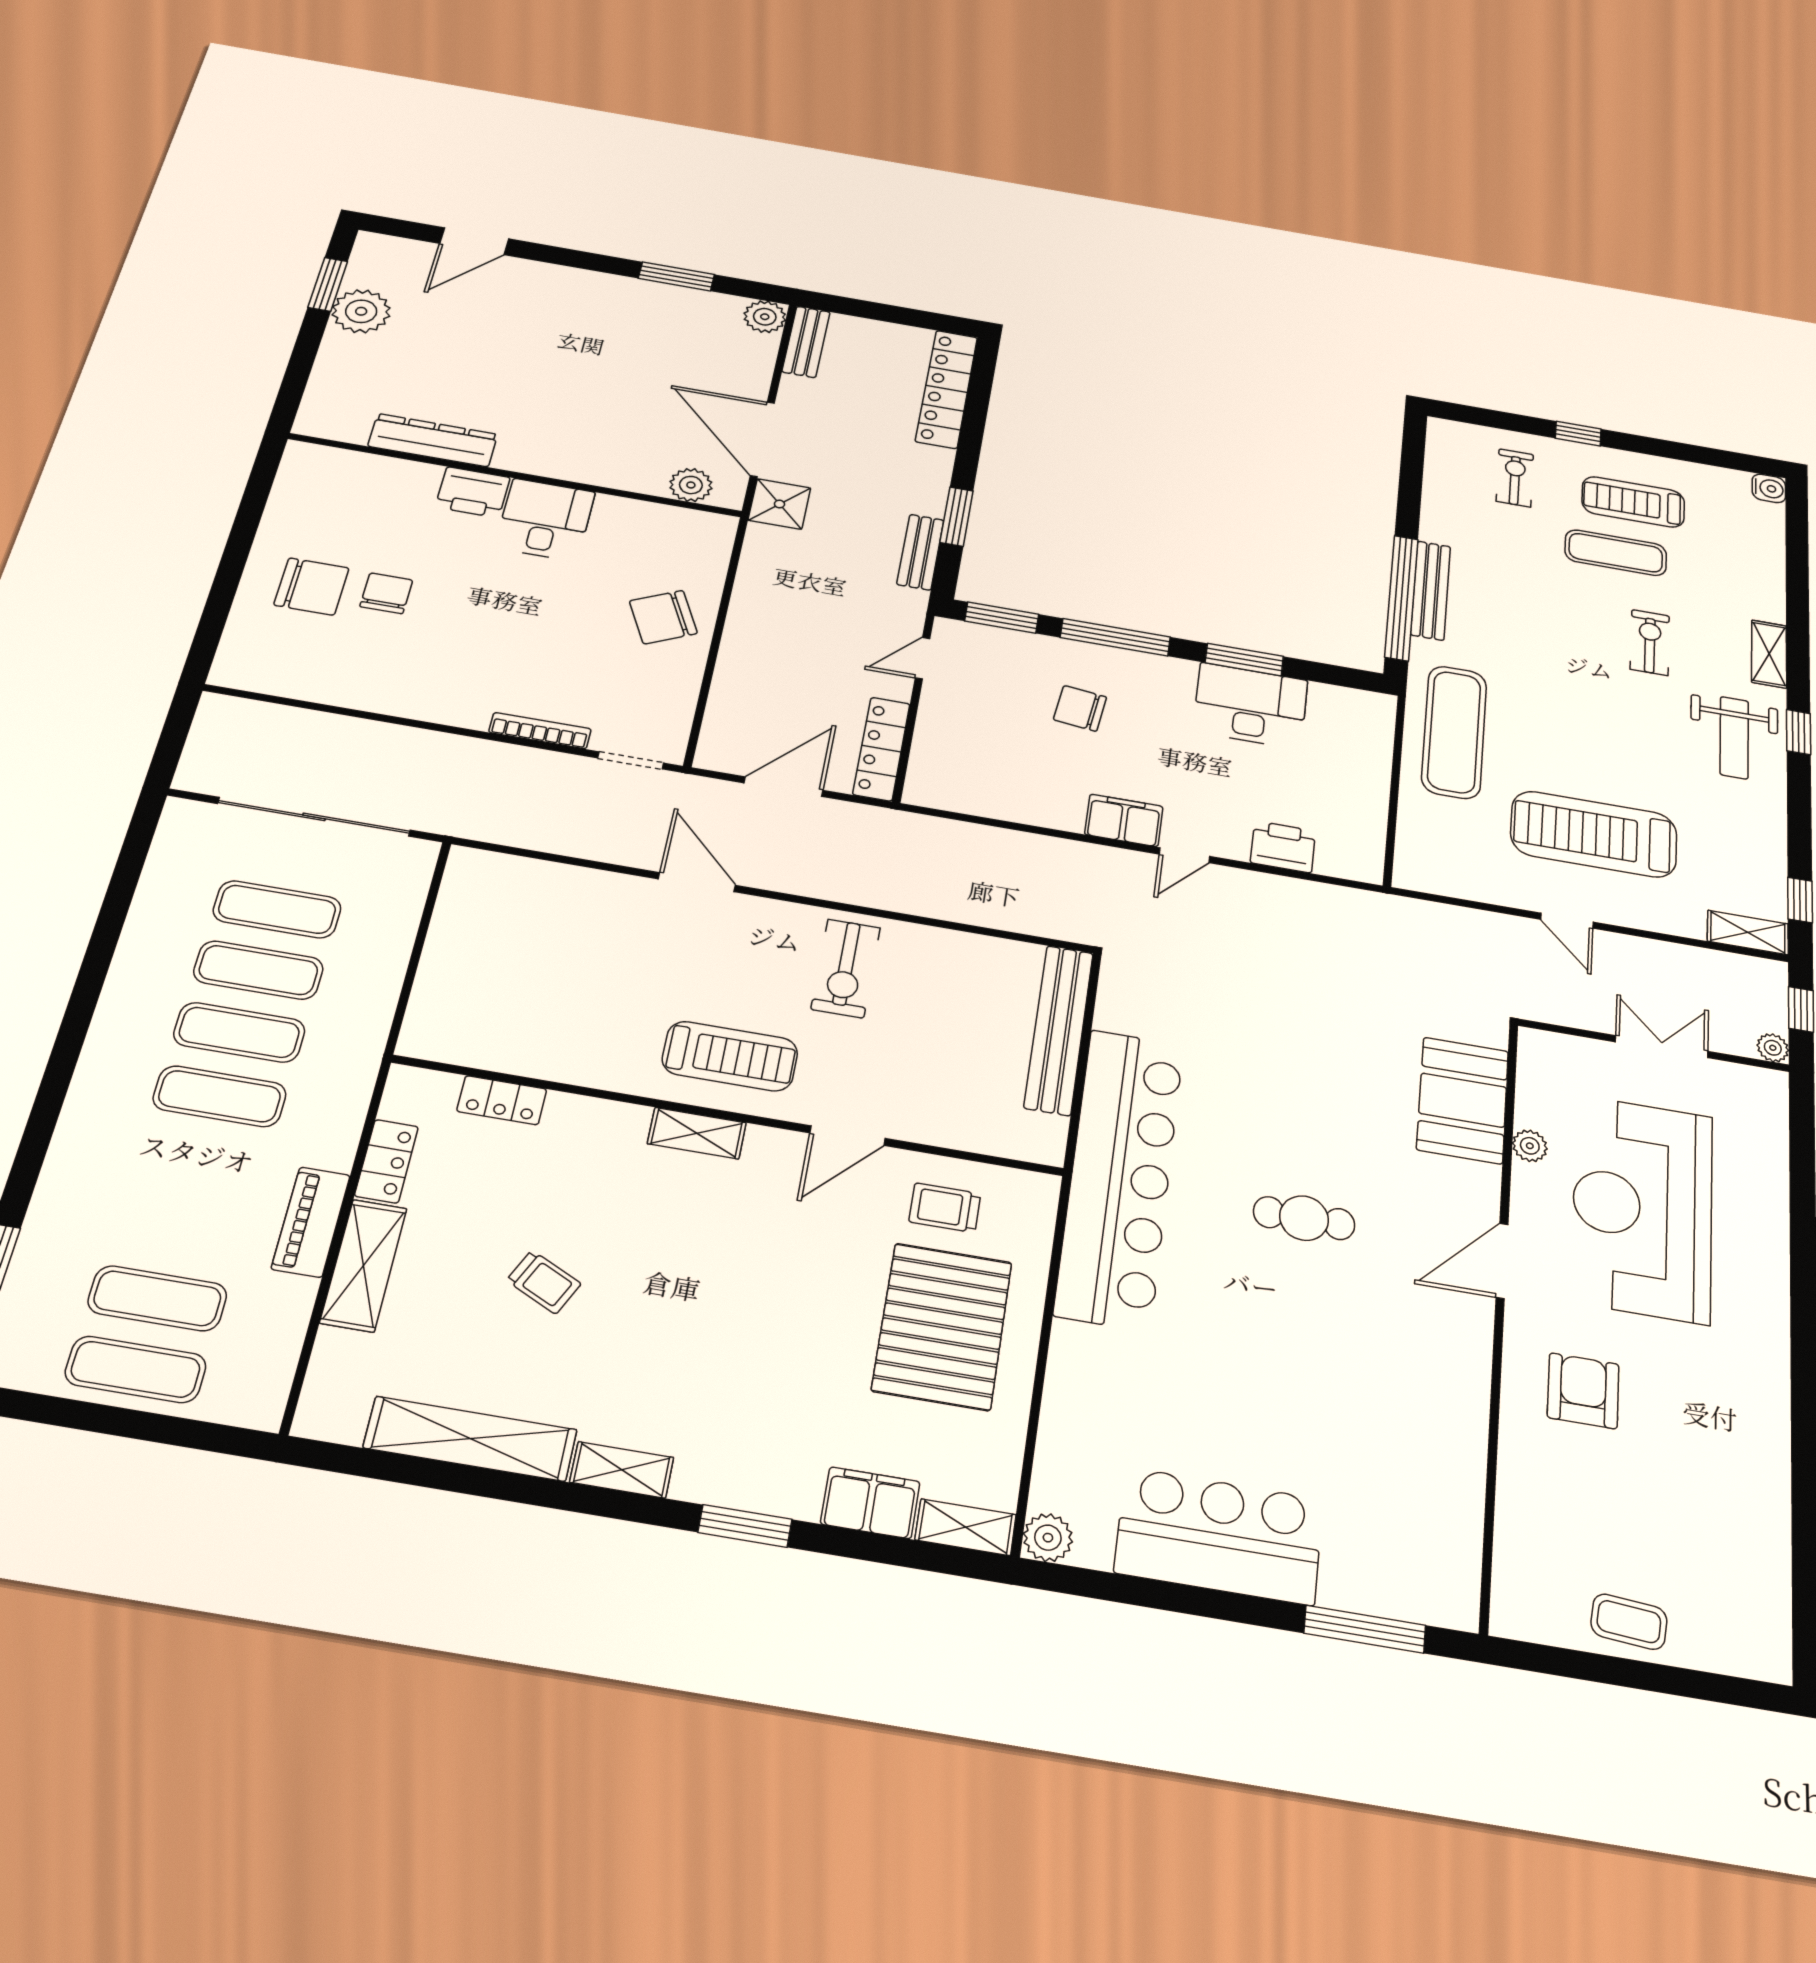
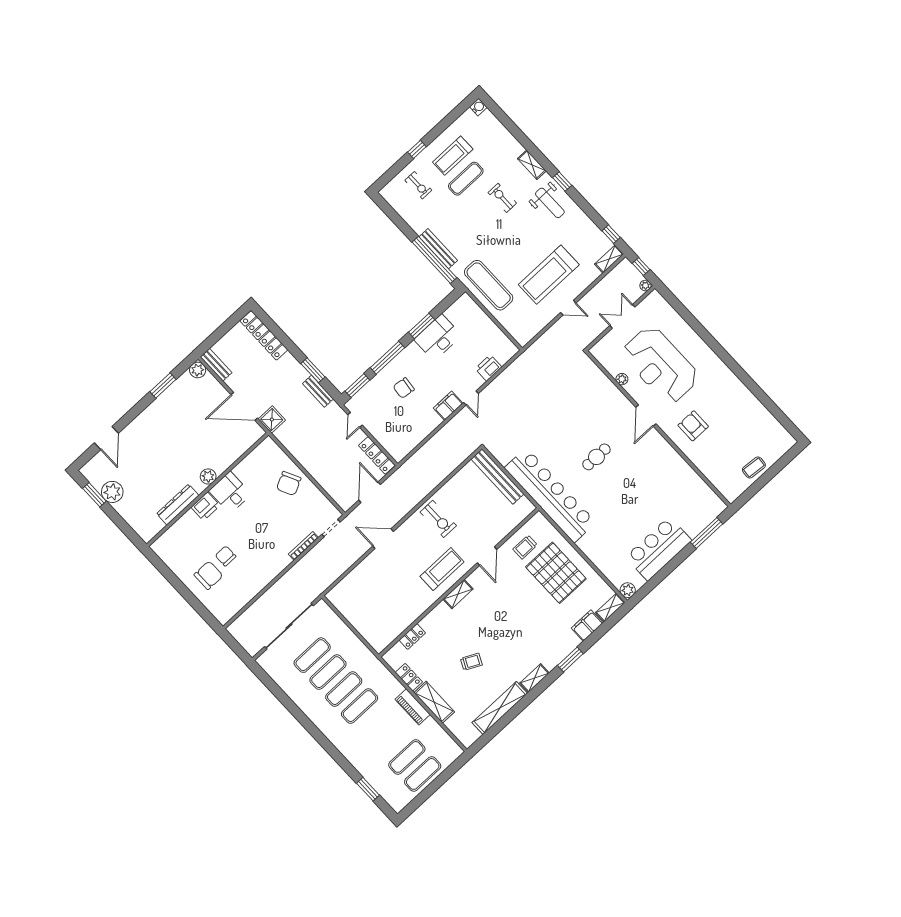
exercise bike: (1515, 478) -> (418, 185), turned 180
plant: (691, 485) -> (208, 476), moved
booth: (1463, 1100) -> (597, 385), removed

